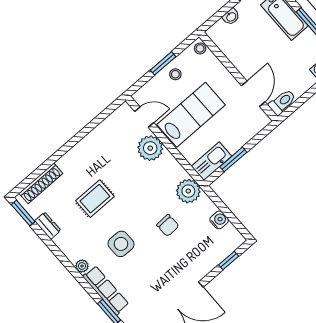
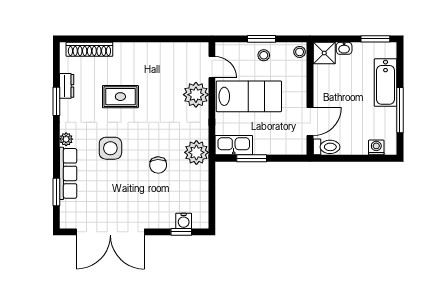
shower: (219, 33) -> (324, 53), added
window: (23, 213) -> (56, 101), moved
water cooler: (219, 220) -> (184, 221), moved, turned 90

